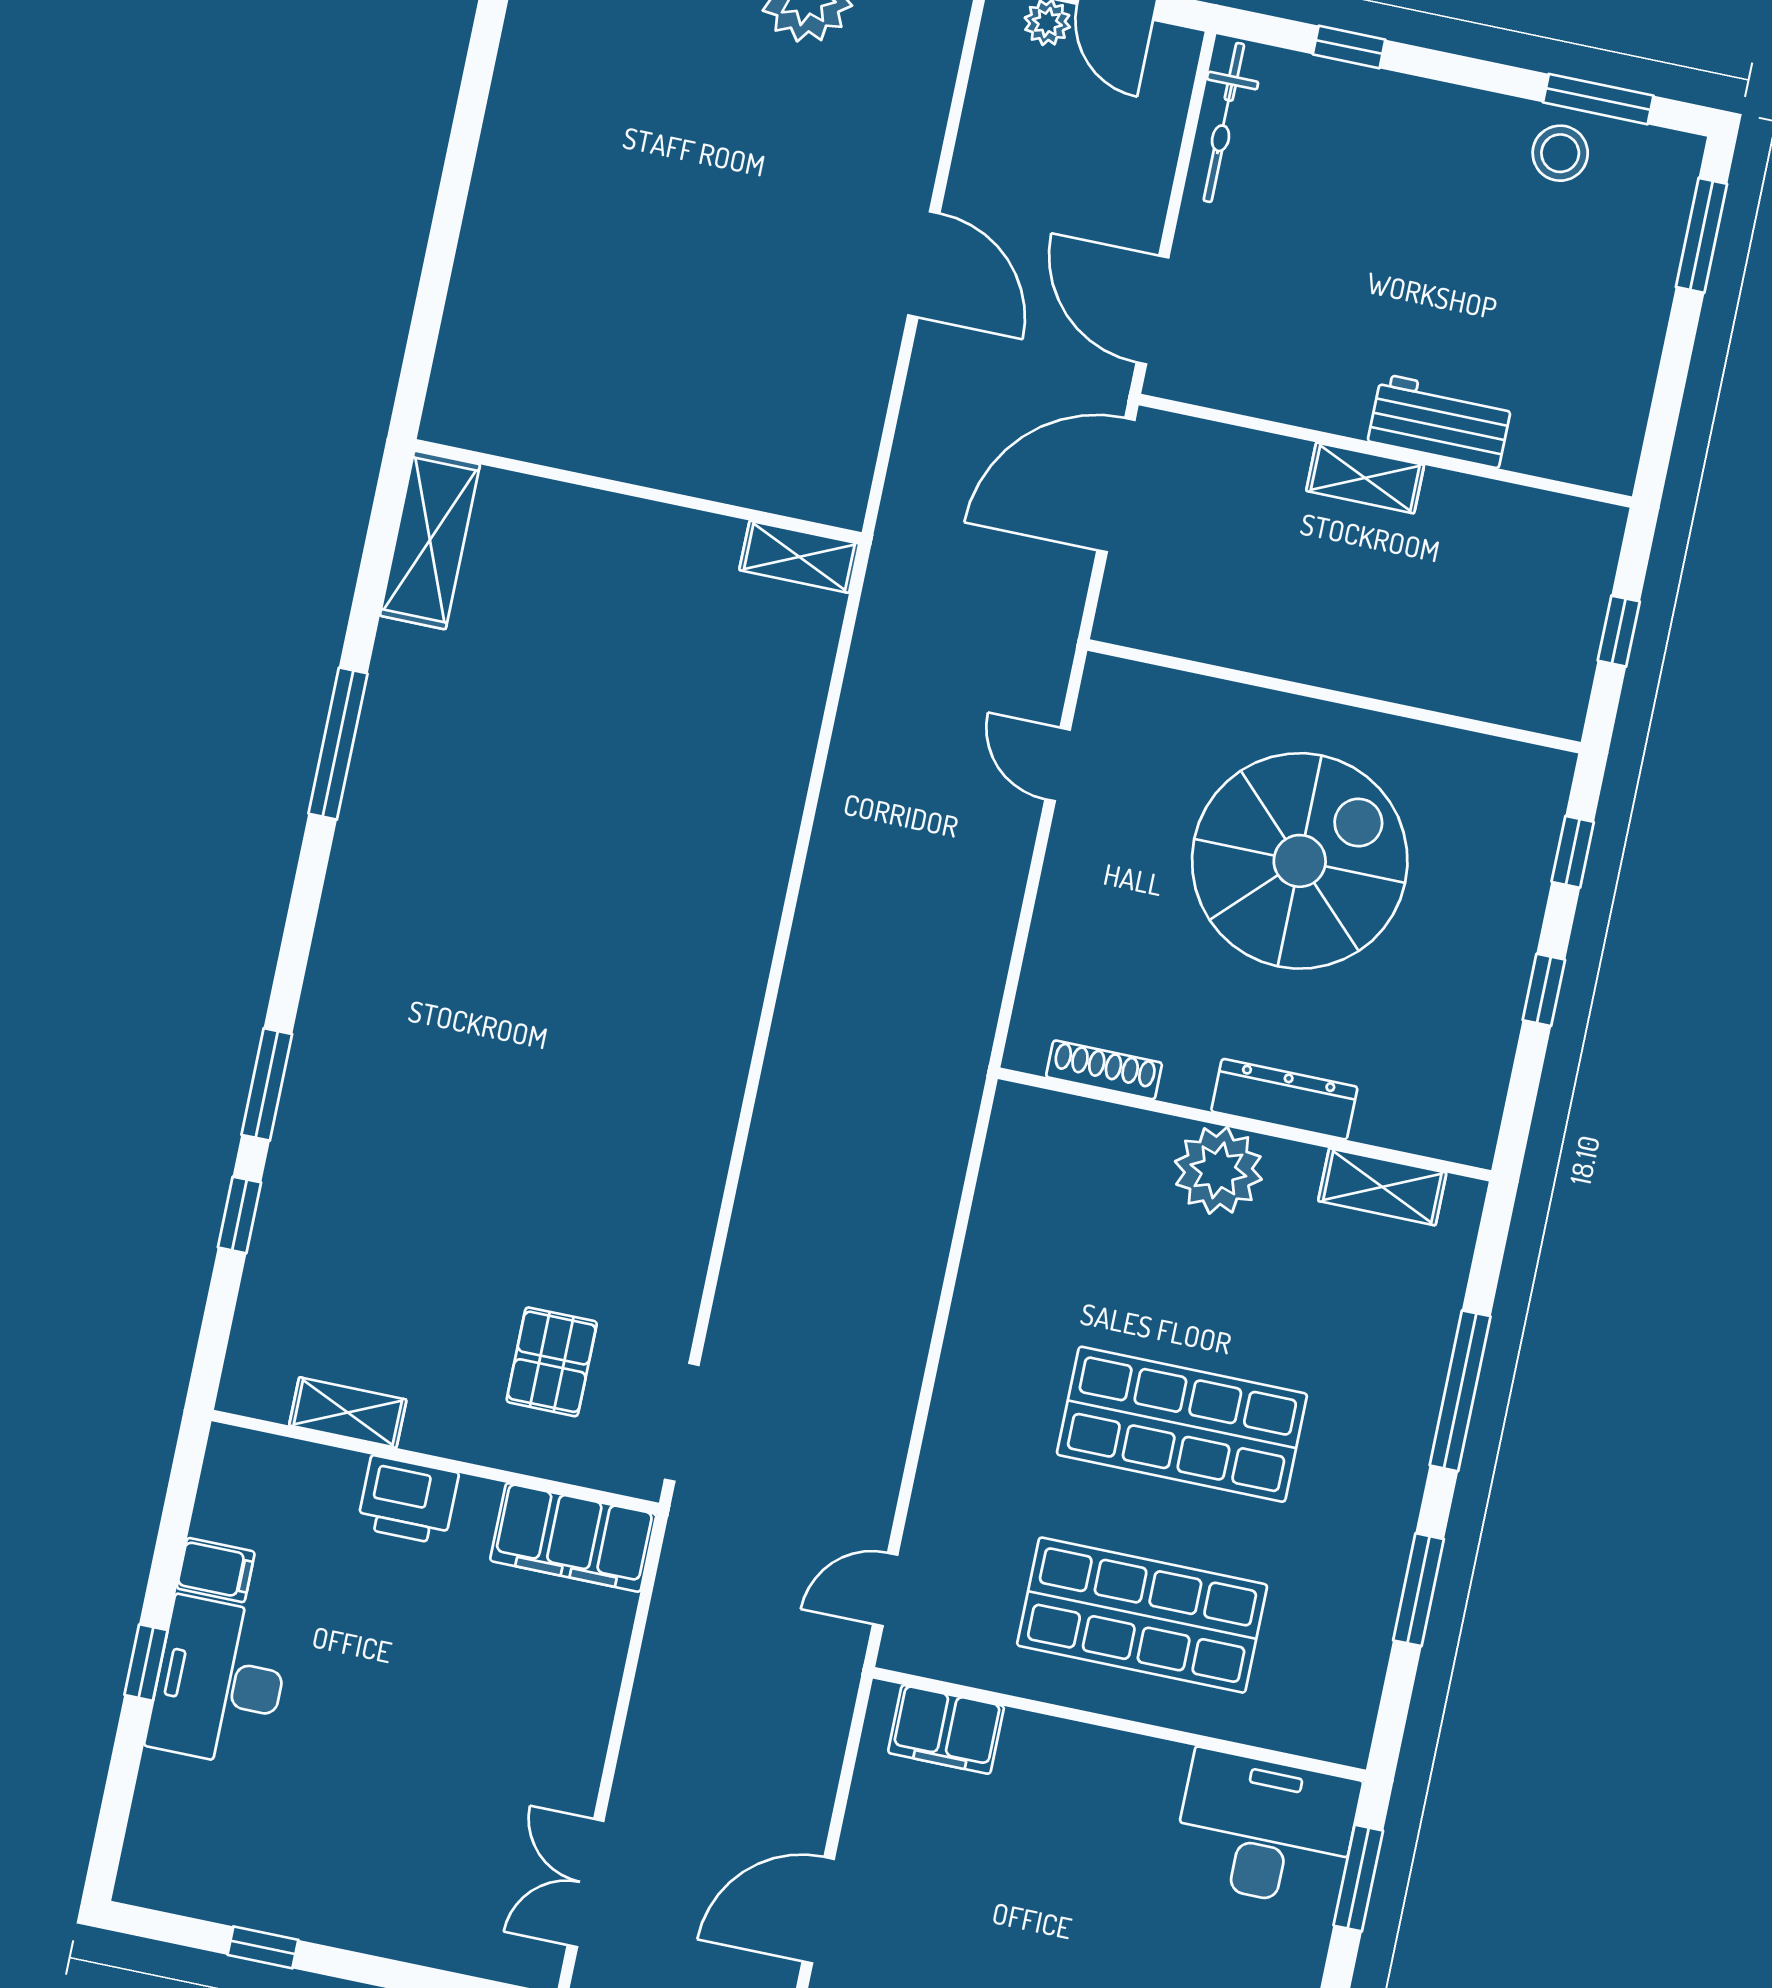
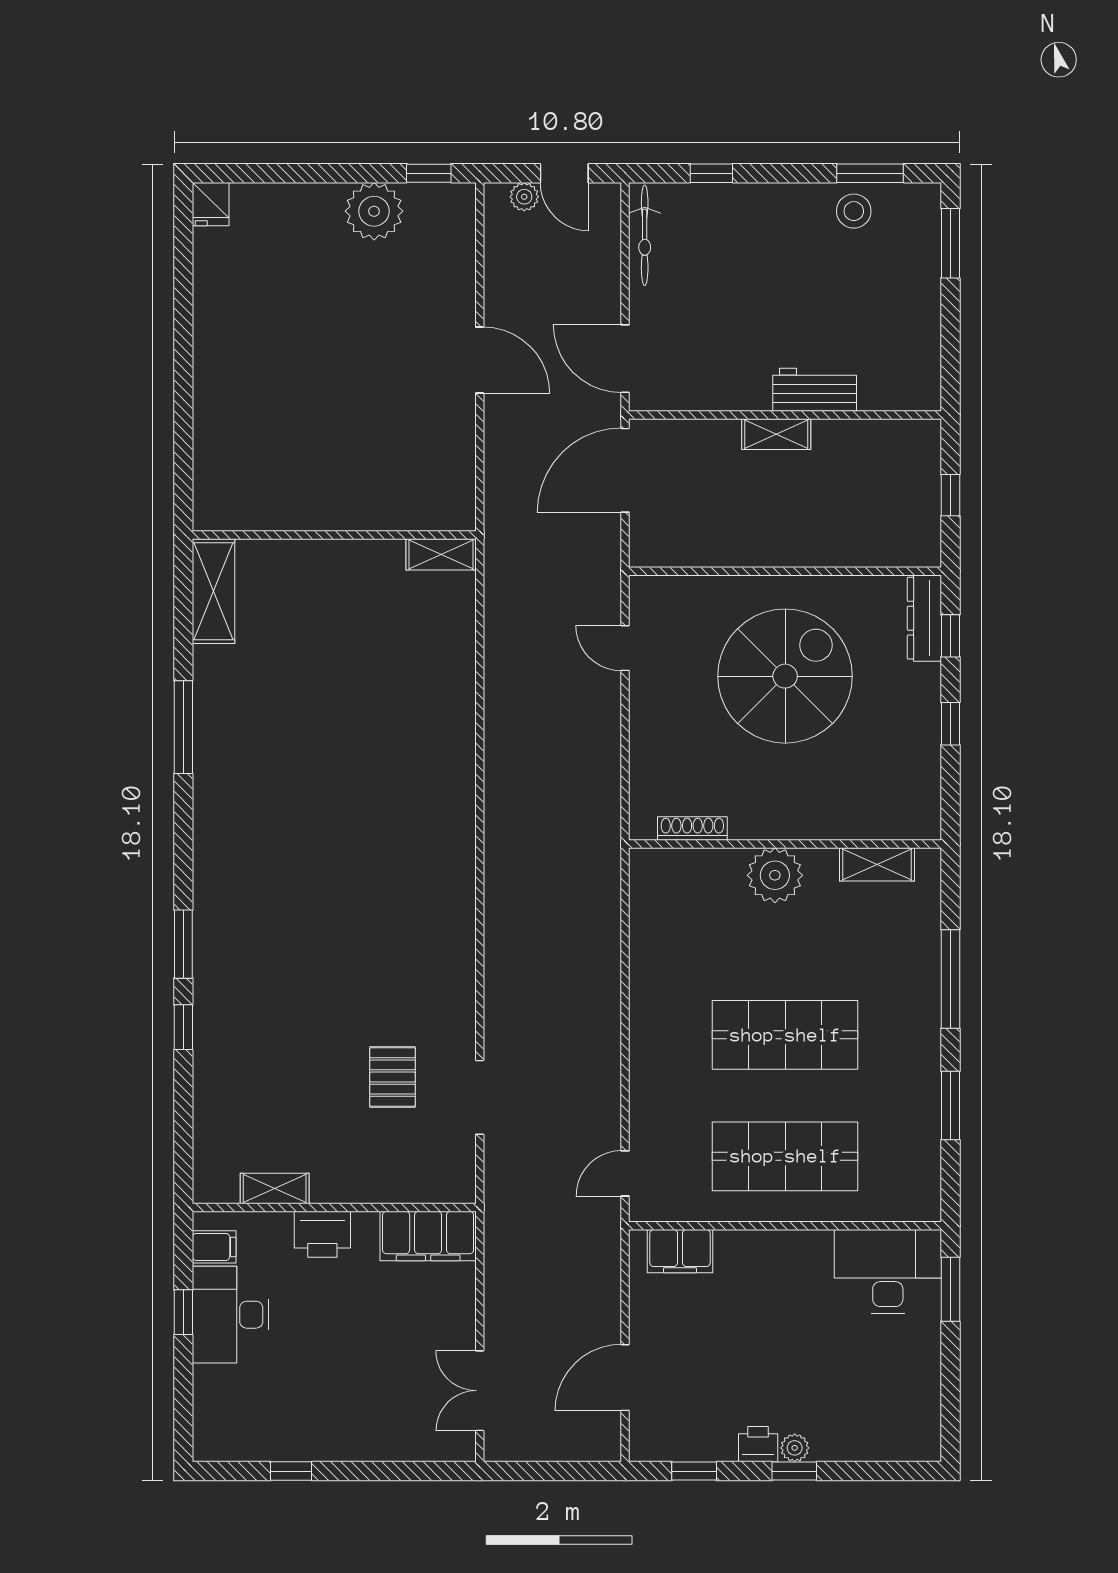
dresser: (1284, 1099) -> (924, 618), moved, turned -90
shelving: (348, 1412) -> (275, 1188), moved
wall: (435, 1462) -> (334, 1207), moved
printer: (408, 1500) -> (322, 1234), moved
filing cabinet: (573, 1537) -> (428, 1236), moved

